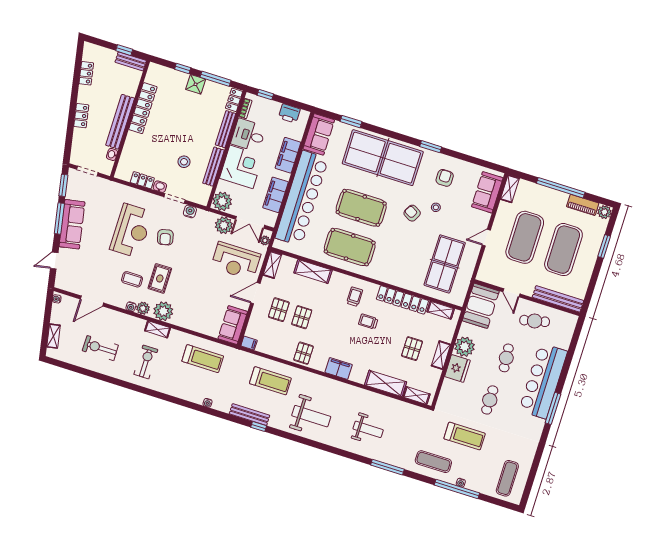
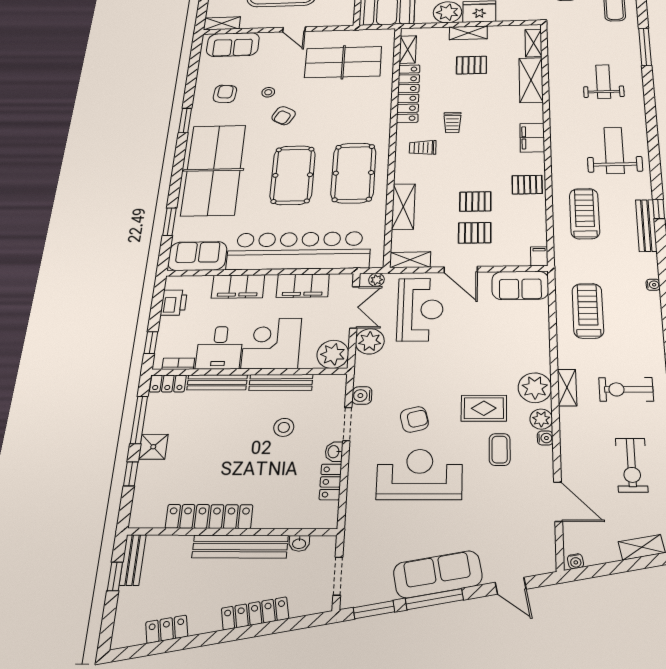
locker: (81, 116) -> (255, 613), width x1.53
armchair: (445, 178) -> (225, 94), turned 95

